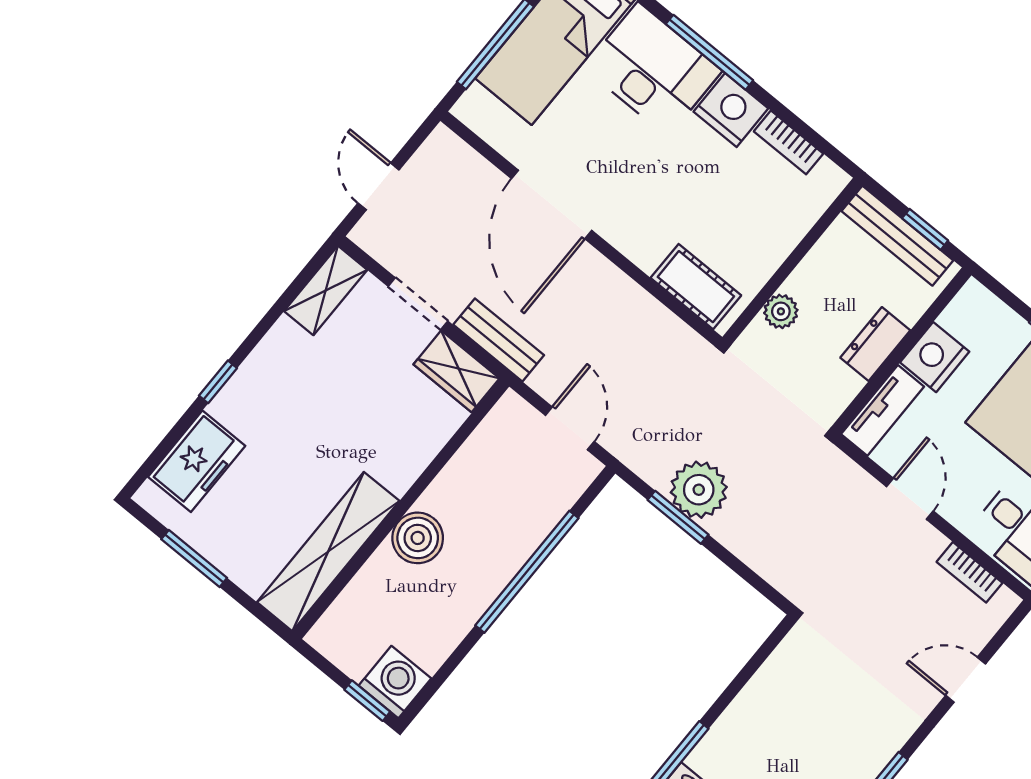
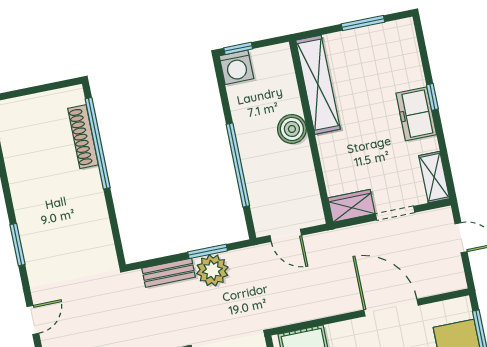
bench: (499, 340) -> (169, 273), moved
freezer: (197, 461) -> (416, 114), moved

